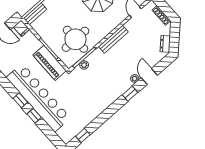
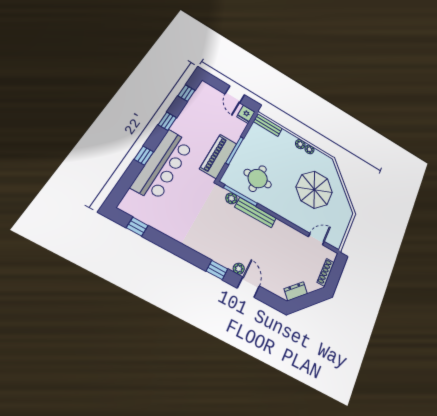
round table: (75, 39) -> (258, 179), width x0.73, depth x0.73
bench: (113, 39) -> (256, 212), moved
door: (149, 76) -> (248, 287), hinge flipped
bar counter: (38, 98) -> (163, 165), width x0.73
window: (20, 100) -> (167, 121), moved

